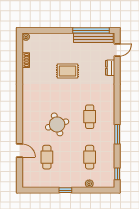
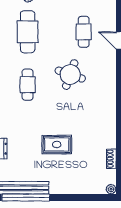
round table: (57, 124) -> (70, 75), turned 37
cafe table: (90, 157) -> (28, 32), width x1.37, depth x1.35

